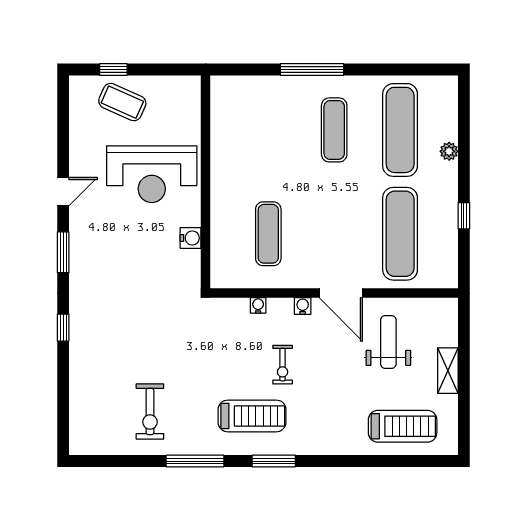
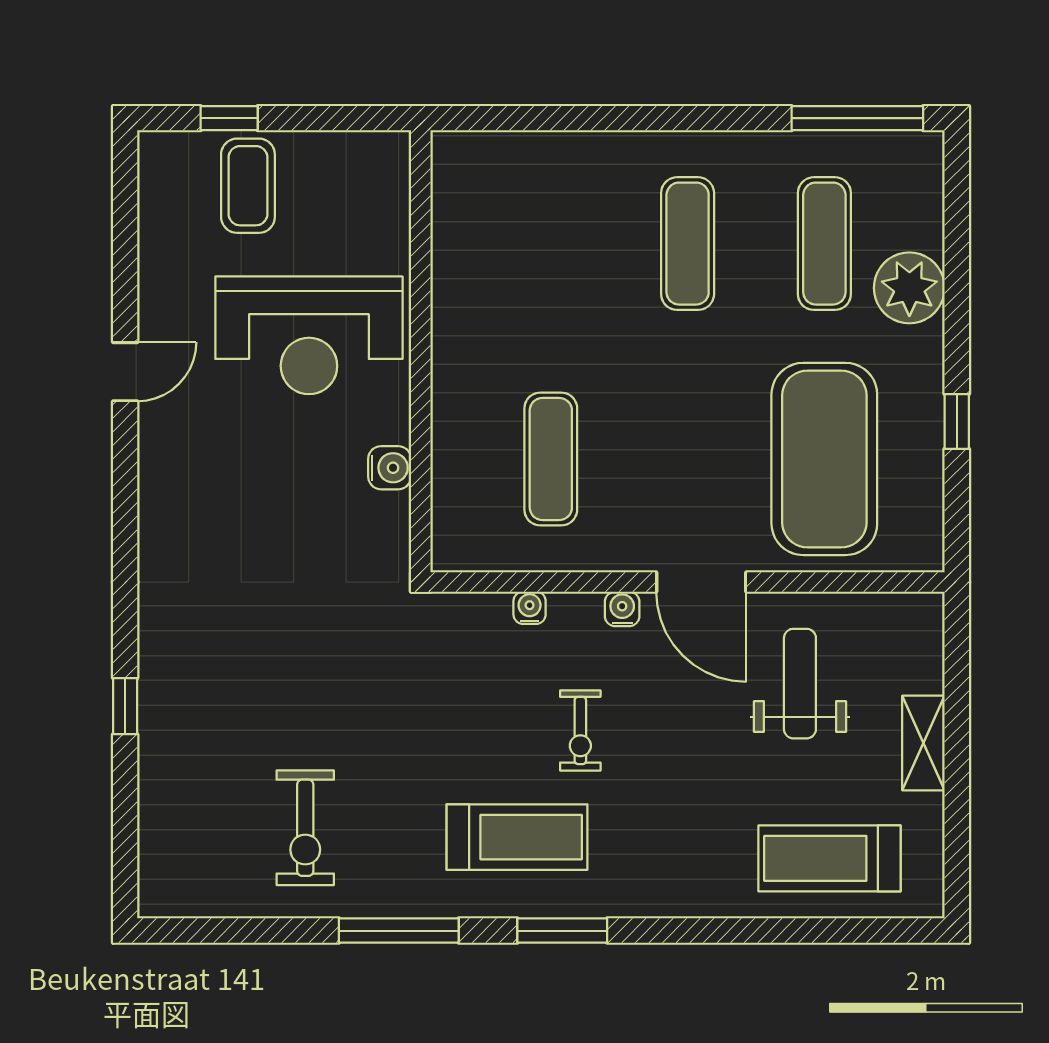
window: (312, 70) -> (857, 118), moved
coffee table: (122, 102) -> (248, 186), turned 66
exercise mat: (400, 130) -> (824, 244), width x0.73, depth x0.69
plant: (449, 151) -> (909, 288), width x1.87, depth x1.87
exercise mat: (400, 234) -> (824, 459), width x1.47
window: (63, 252) -> (125, 497), removed
window: (63, 328) -> (125, 706), moved
treadmill: (403, 426) -> (829, 858), turned 180

